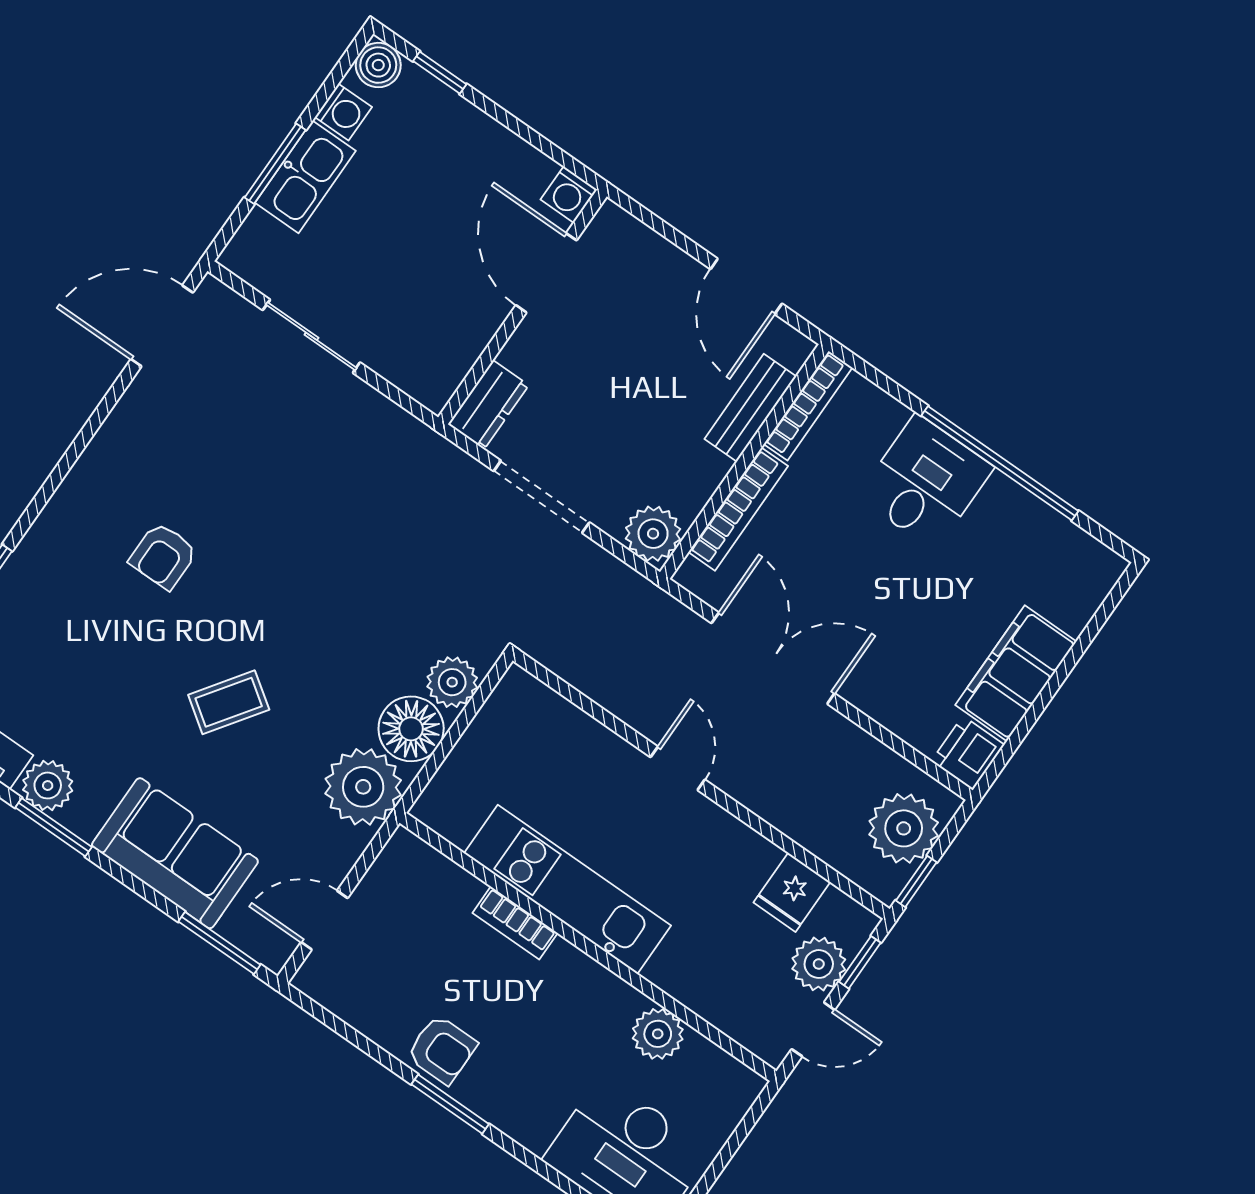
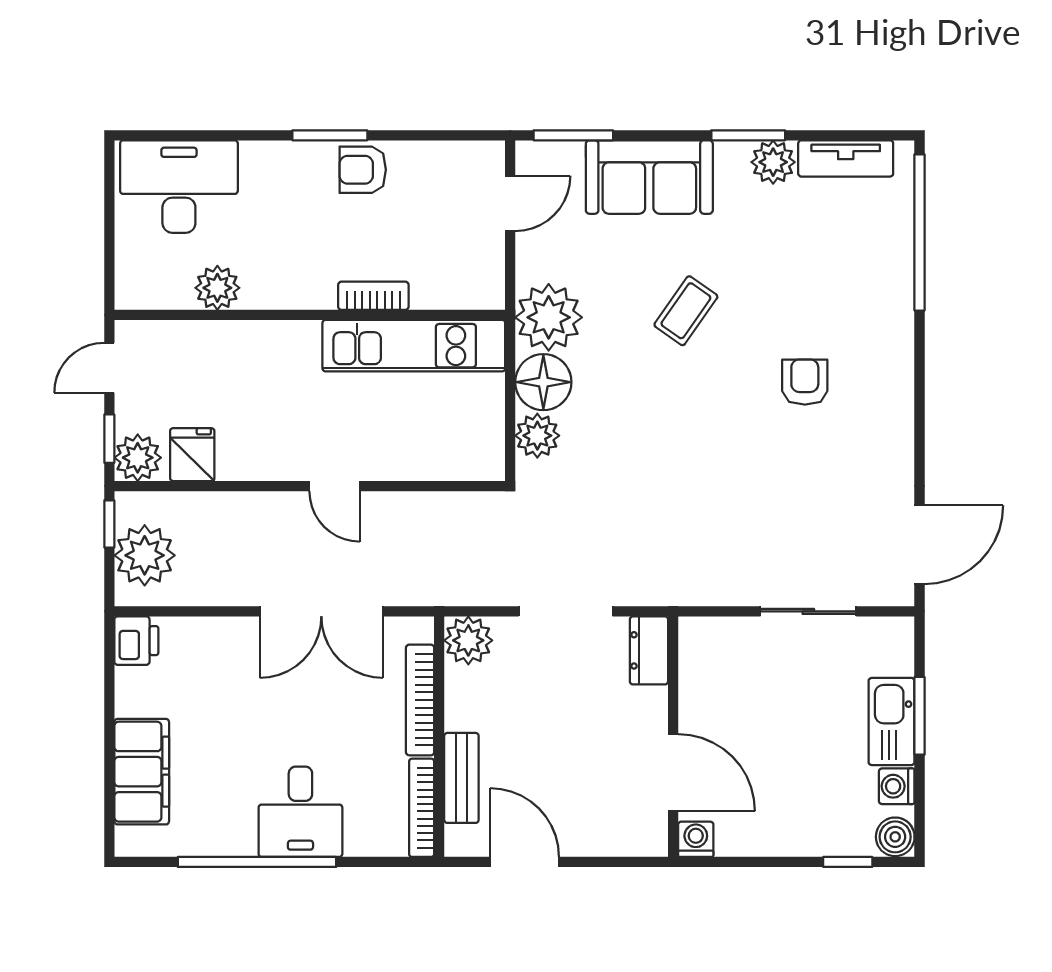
filing cabinet: (1016, 673) -> (142, 772), moved
kitchen unit: (567, 889) -> (414, 346), moved
plant: (819, 964) -> (138, 458), moved

